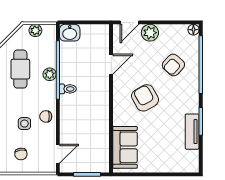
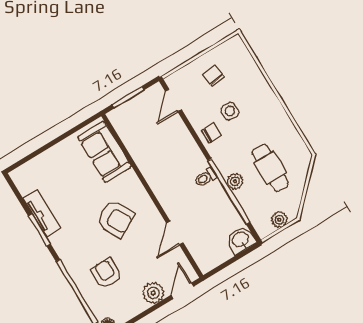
armchair: (173, 65) -> (106, 273), turned -42

